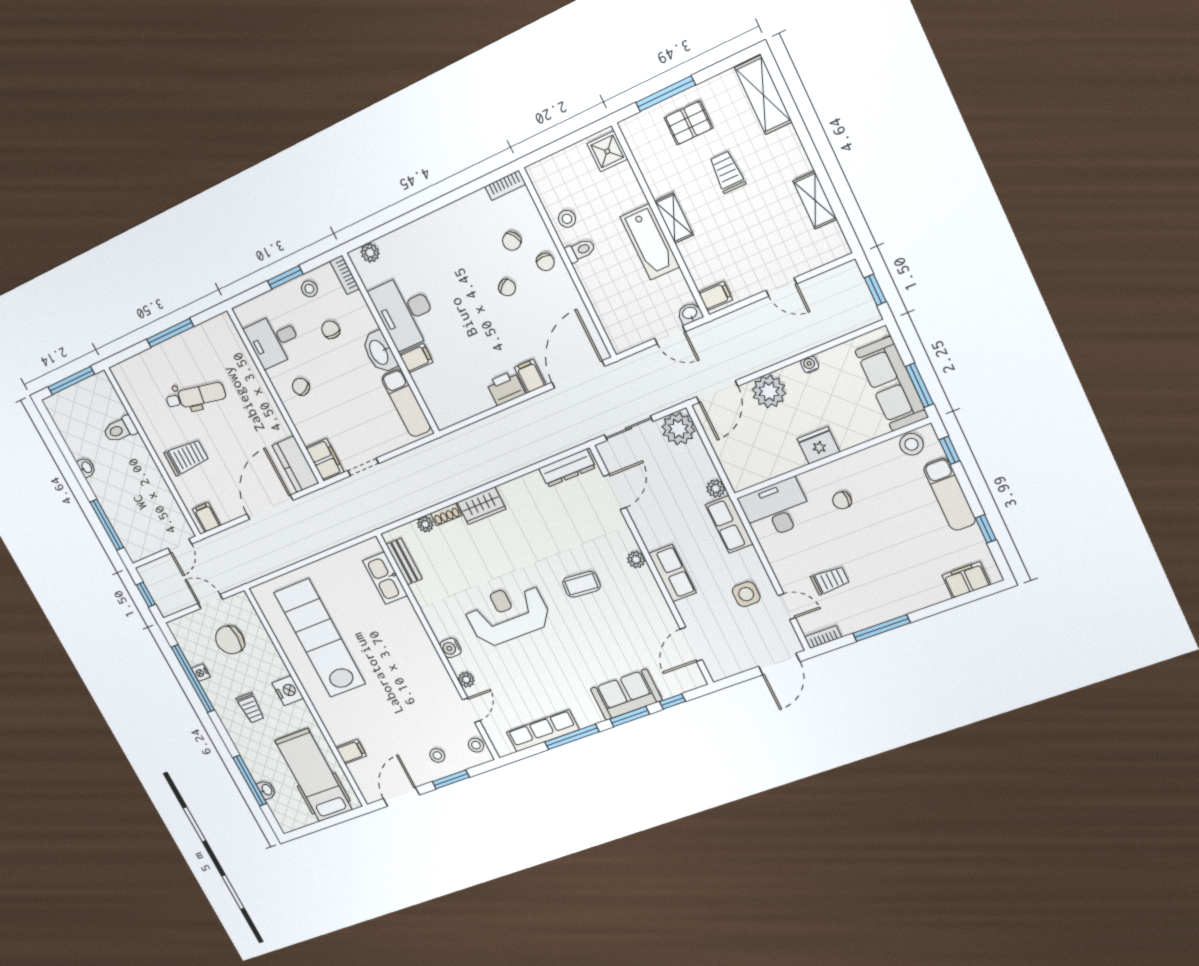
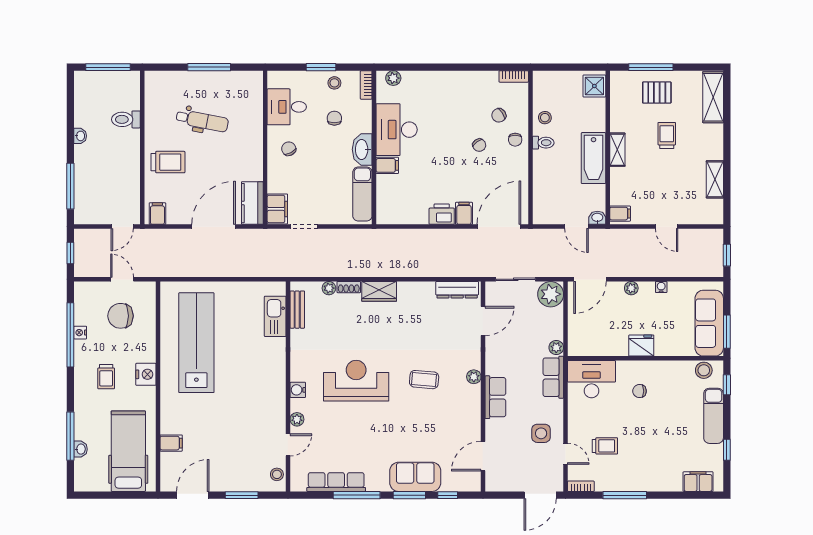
plant: (769, 391) -> (631, 288), width x0.53, depth x0.53
stool: (437, 755) -> (241, 471), removed

